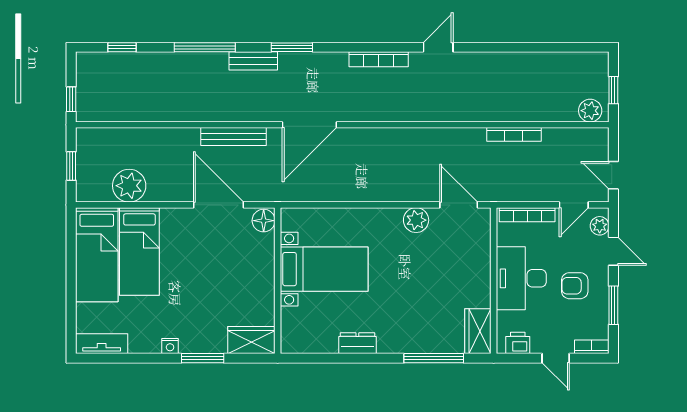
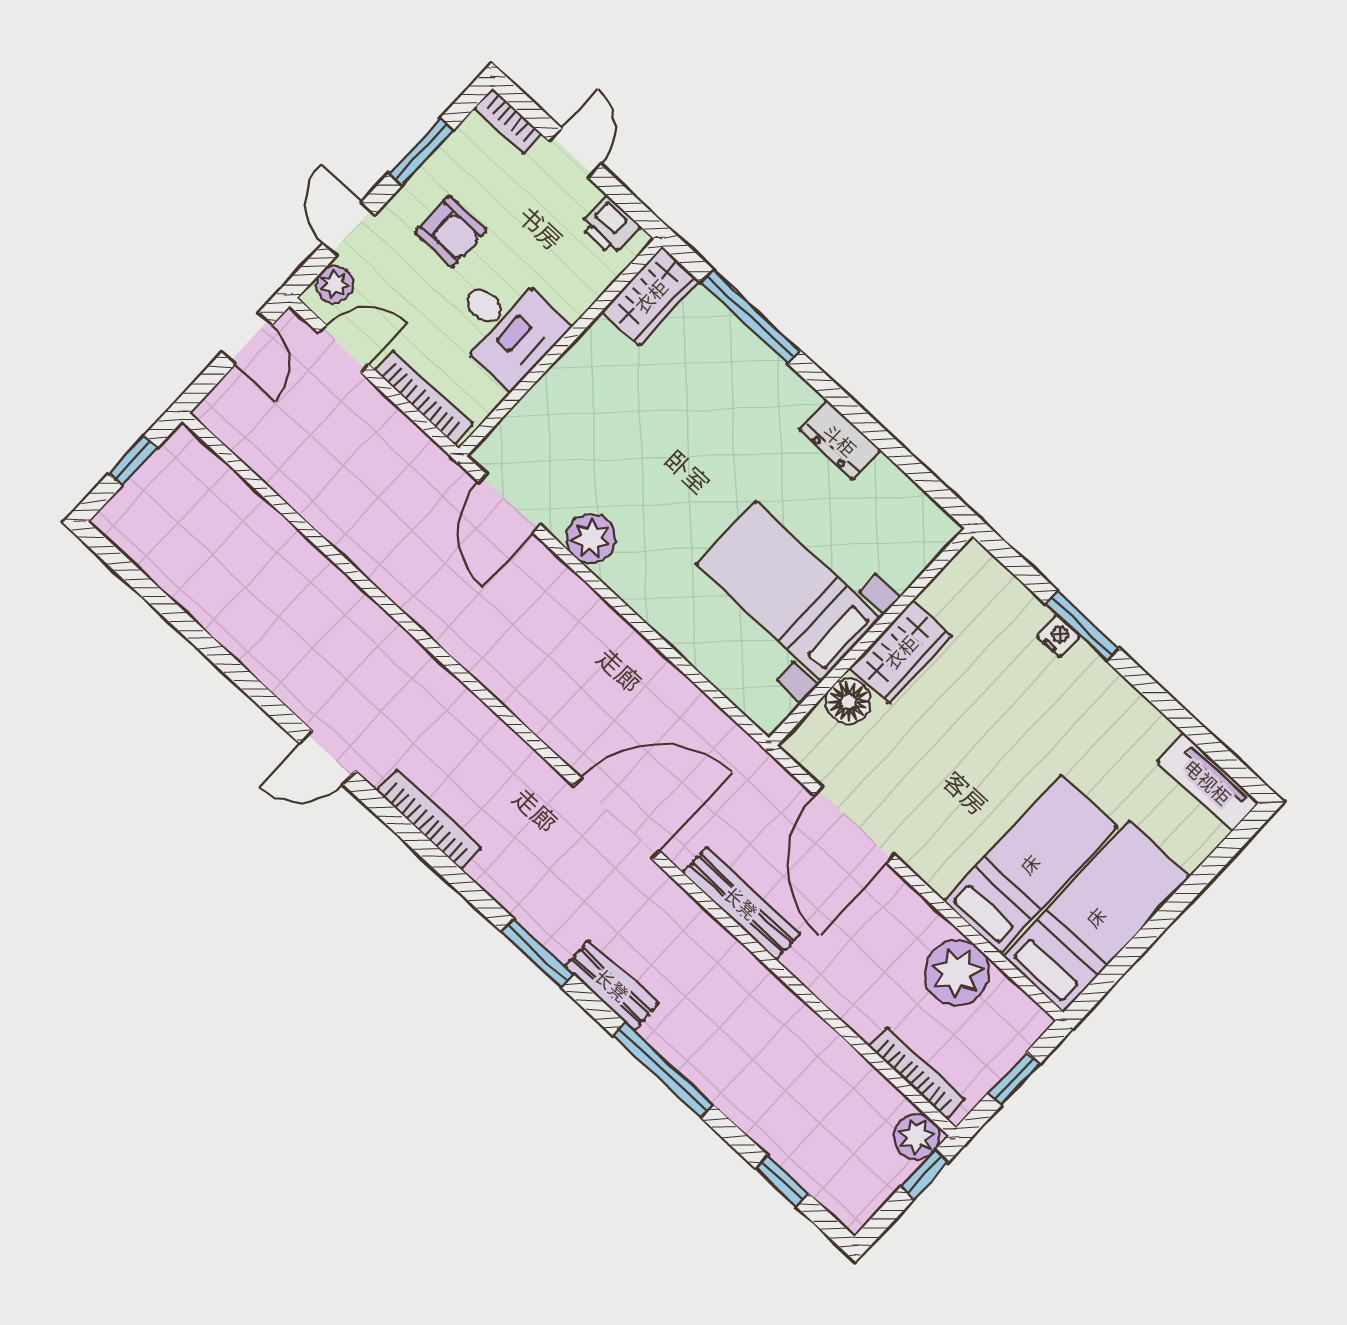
plant: (590, 111) -> (917, 1137), moved
bookcase: (514, 134) -> (917, 1073), moved
floor lamp: (264, 221) -> (848, 701), moved
desk: (521, 278) -> (506, 326), width x0.73
wardrobe: (251, 340) -> (901, 652), moved, turned -90
nightstand: (170, 346) -> (1058, 636), moved

